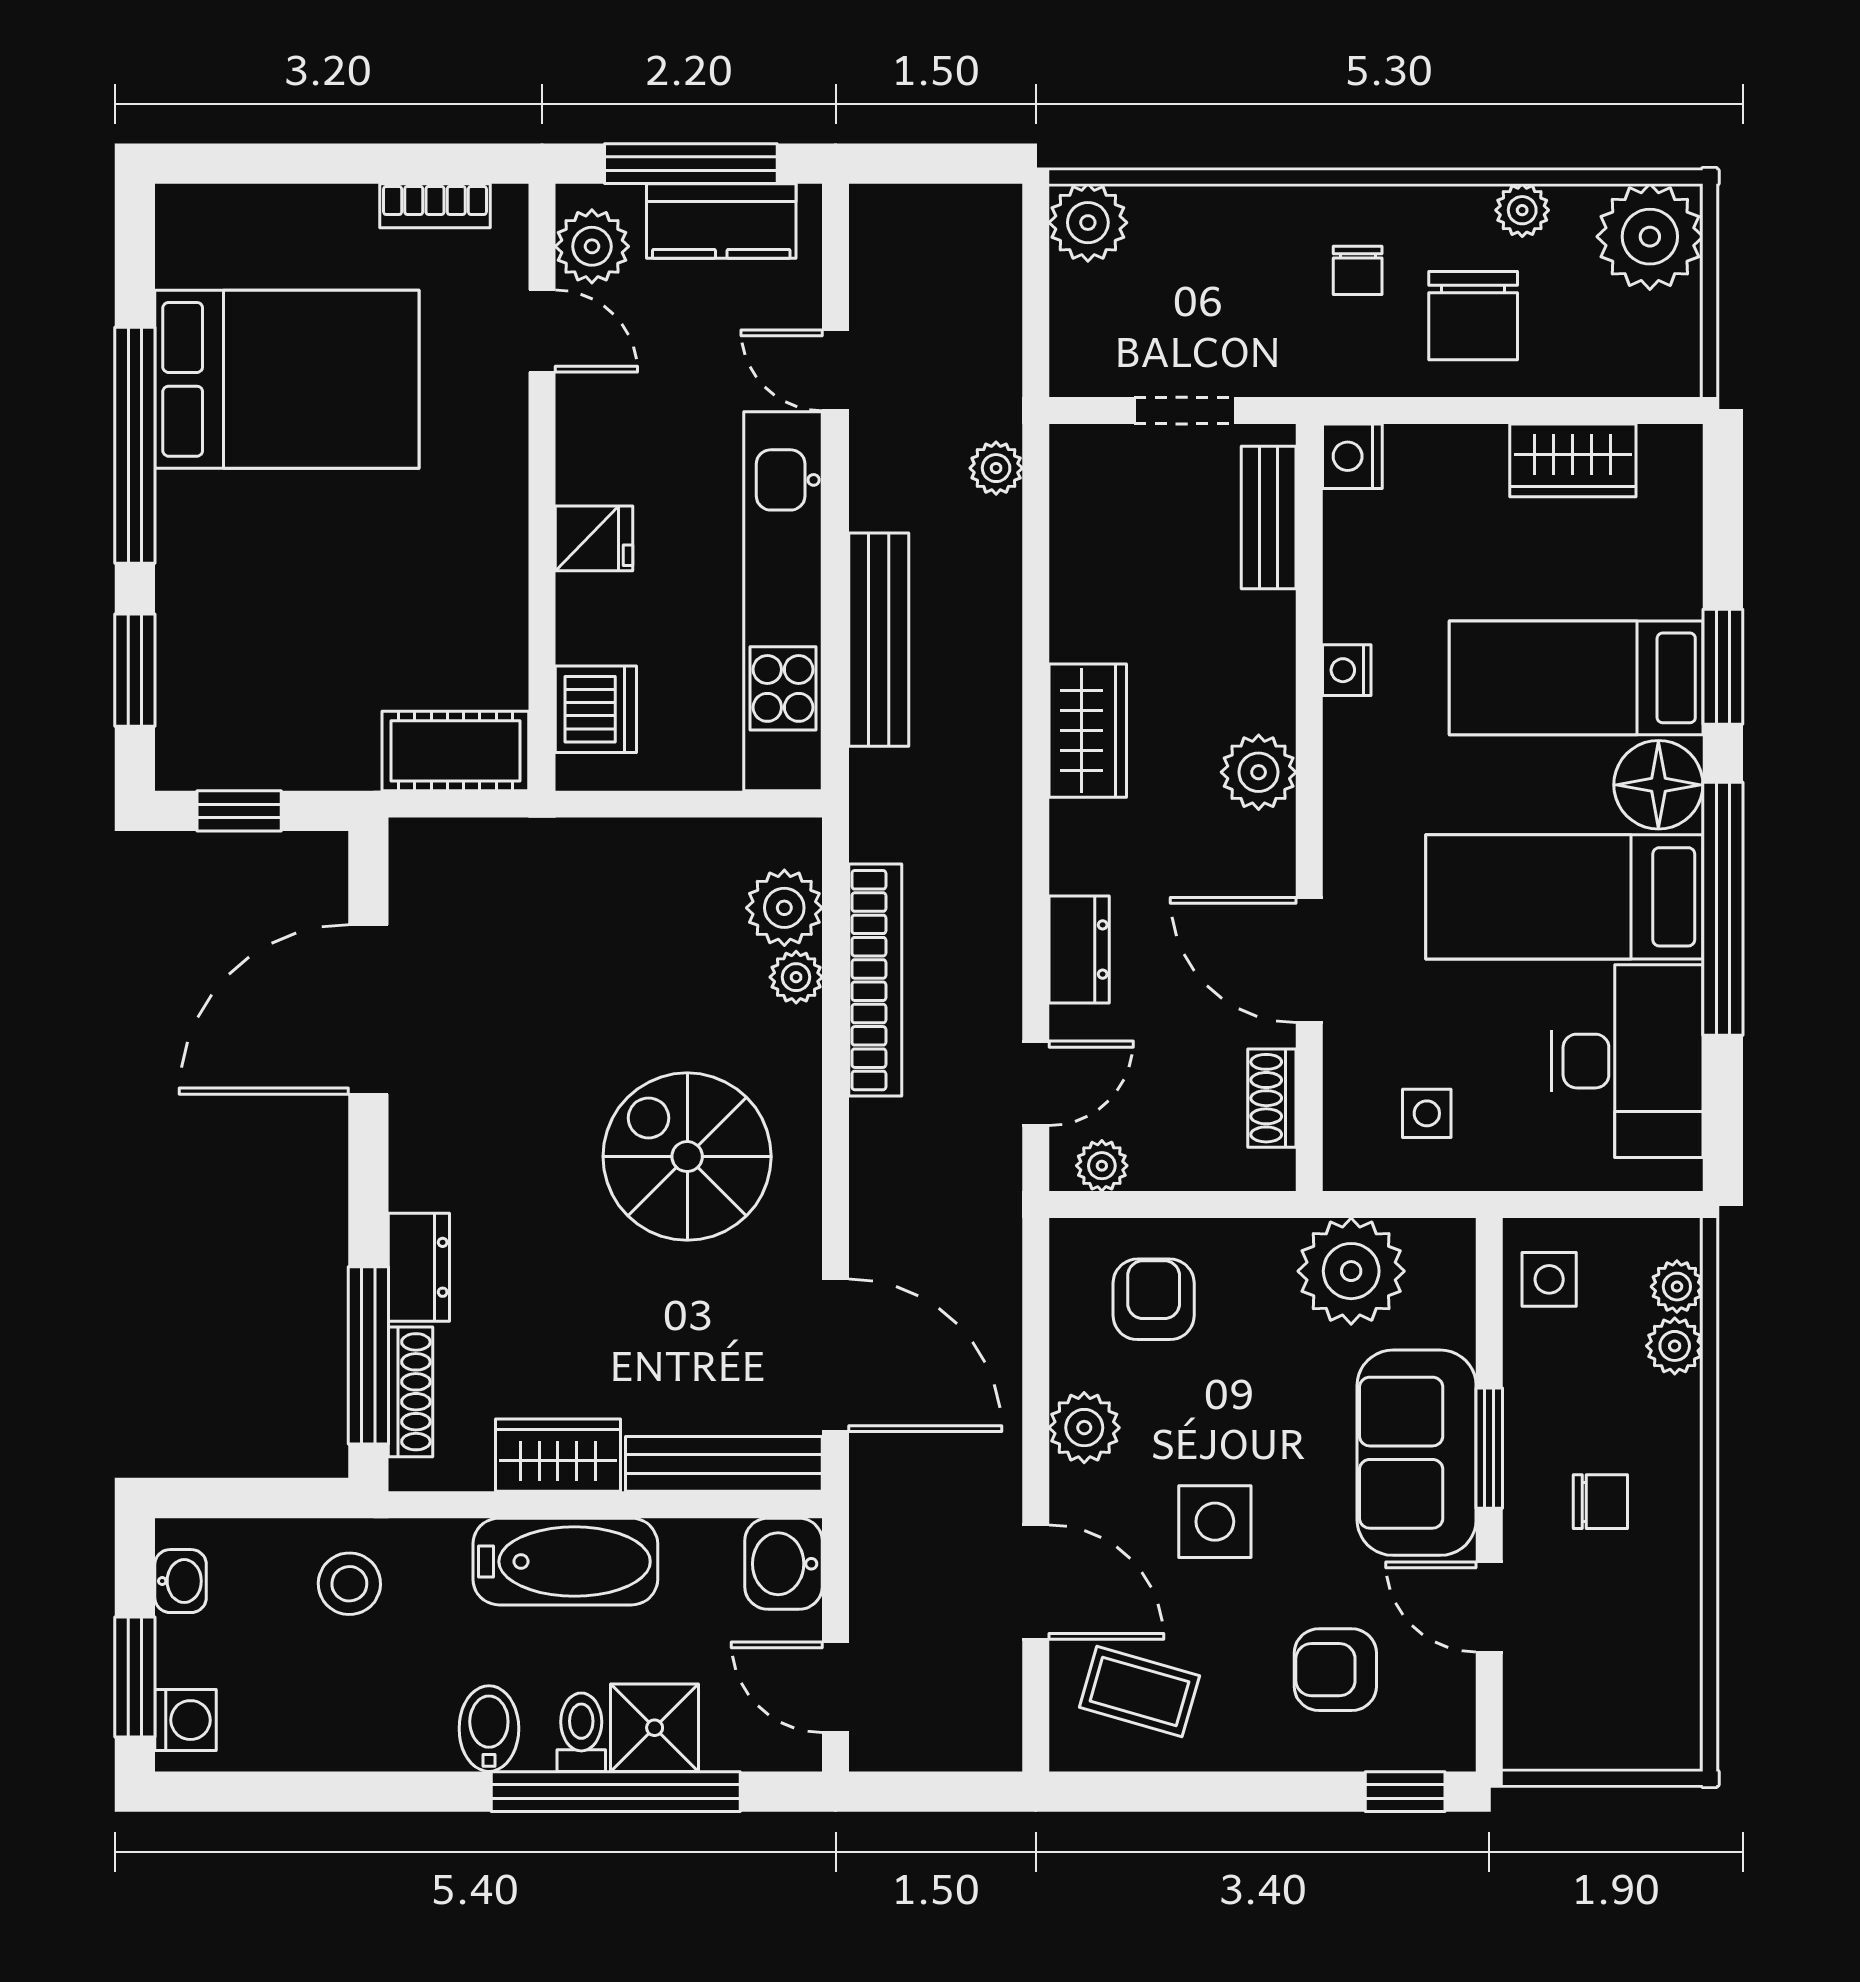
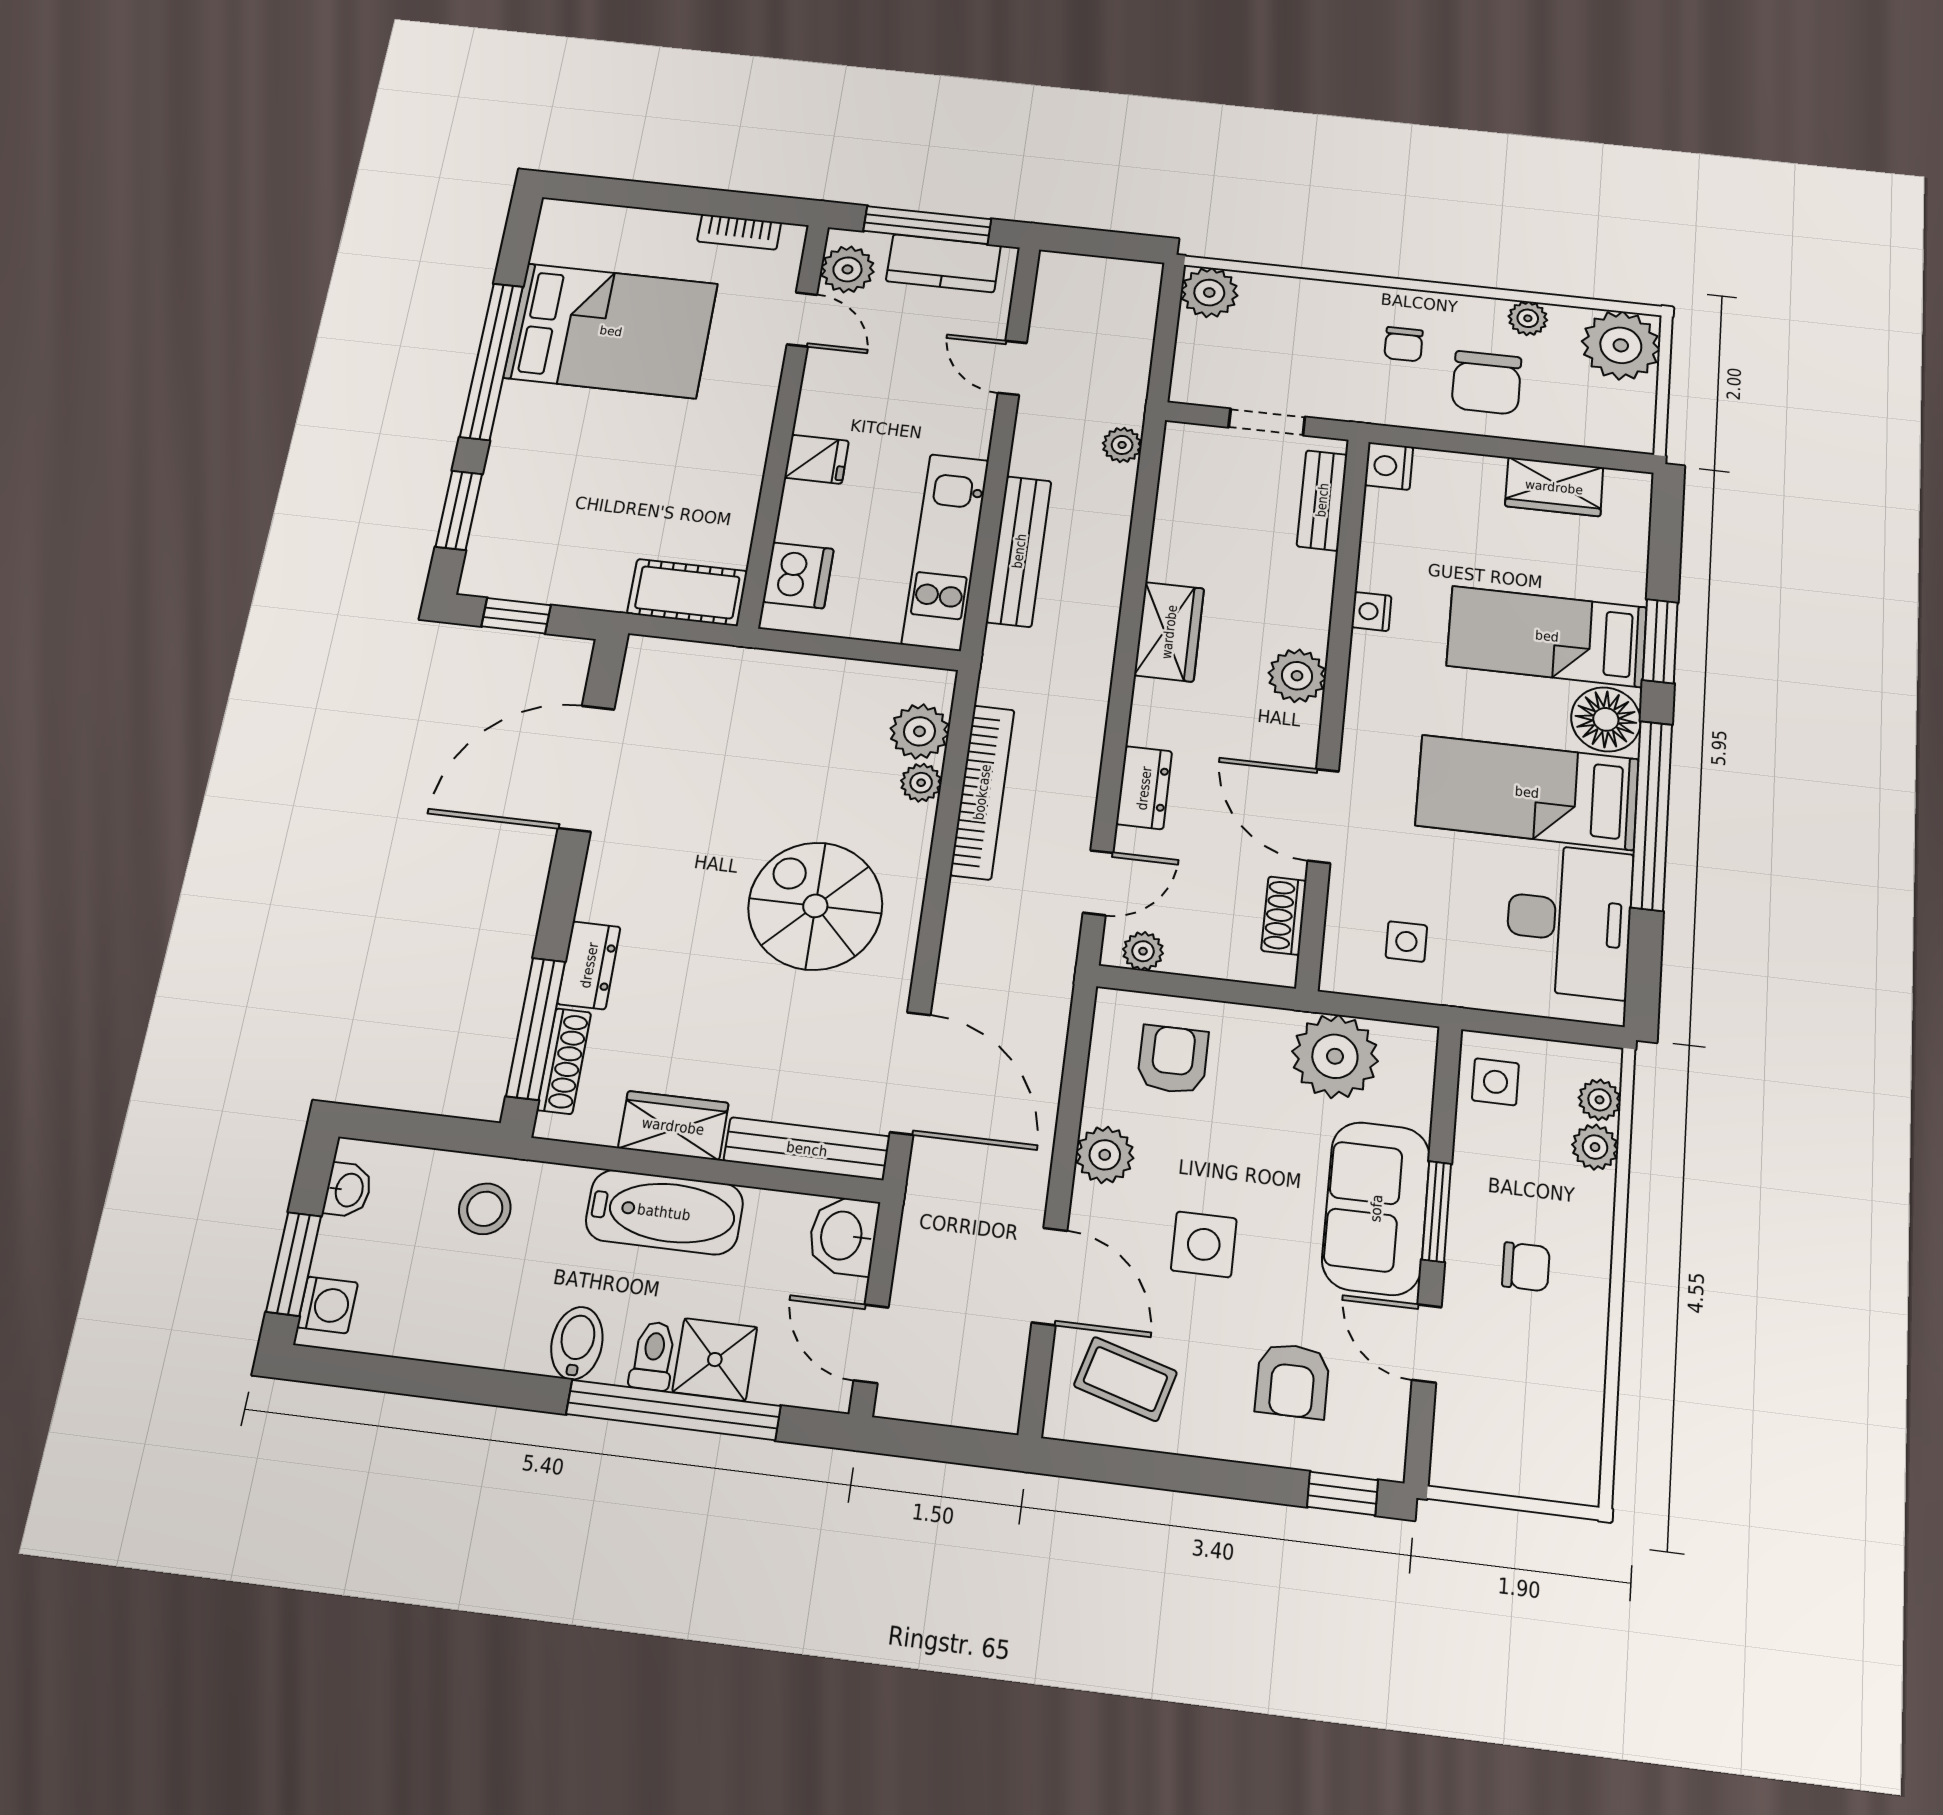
kitchen unit: (783, 601) -> (945, 551), width x0.73
armchair: (1335, 1670) -> (1292, 1381), turned -90

